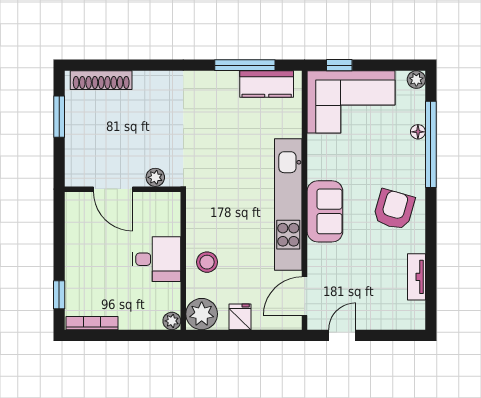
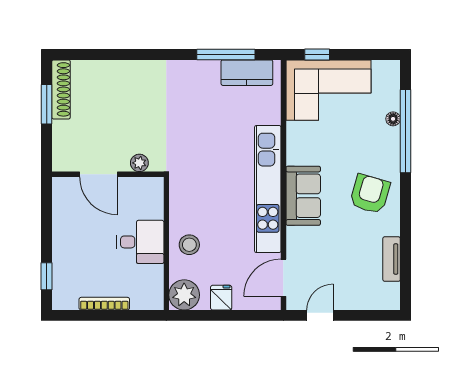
shoe rack: (101, 80) -> (61, 89), moved, turned -90
plant: (416, 80) -> (391, 68), removed
plant: (172, 321) -> (155, 302), removed
bookcase: (92, 323) -> (104, 304), moved

